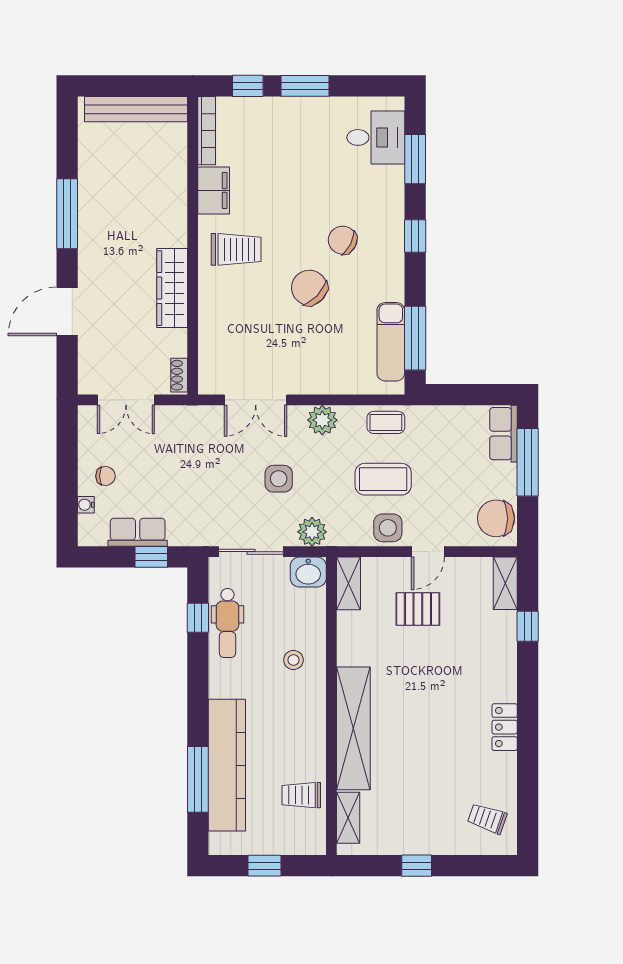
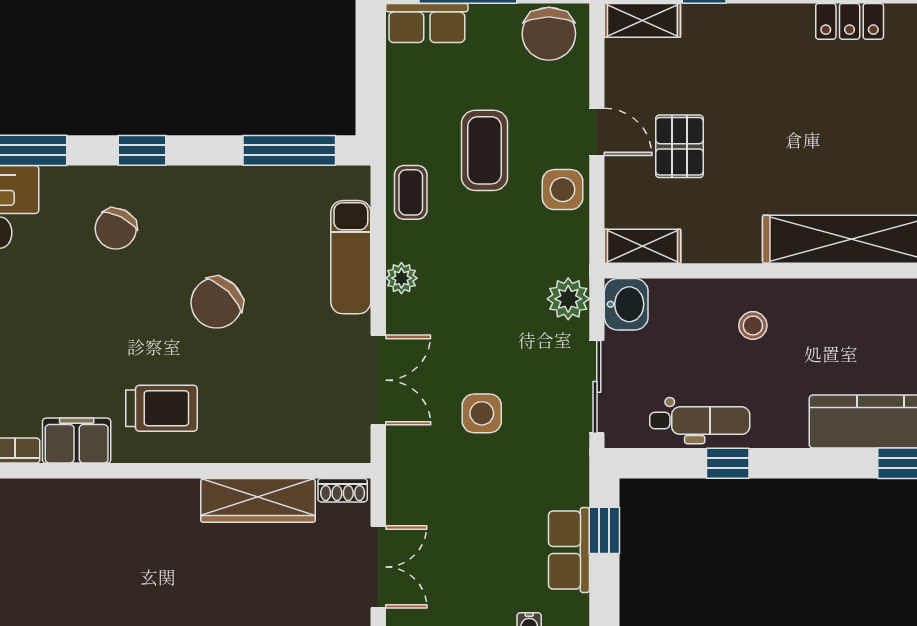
chair: (343, 240) -> (116, 229), moved
trolley: (236, 249) -> (161, 408), turned 90
wardrobe: (172, 288) -> (258, 500), moved
exam couch: (391, 342) -> (351, 257), moved, turned 90
plant: (322, 420) -> (401, 278), width x0.73, depth x0.73
chair: (105, 476) -> (488, 596), removed
side table: (279, 479) -> (482, 413), moved
coffee table: (383, 479) -> (485, 150), moved
window: (198, 618) -> (728, 463), moved

